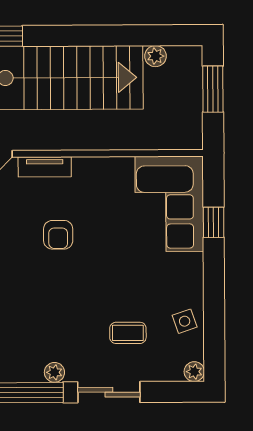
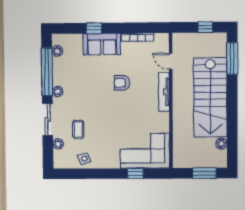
tv unit: (45, 167) -> (164, 92), width x1.41
armchair: (58, 235) -> (122, 83), moved
plant: (194, 372) -> (58, 144), moved

